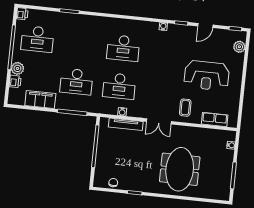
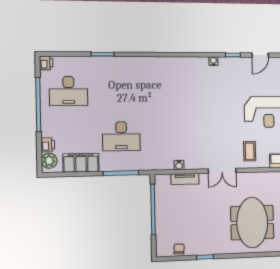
desk: (123, 48) -> (171, 91), removed
plant: (17, 68) -> (49, 161), moved
desk: (119, 86) -> (172, 136), removed
tv unit: (126, 124) -> (185, 179), width x0.71

